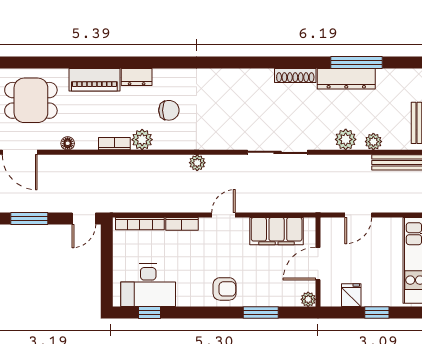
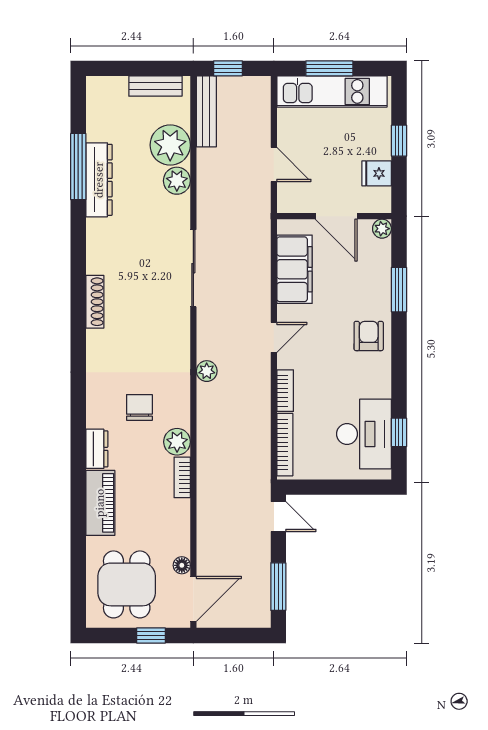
shoe rack: (295, 75) -> (95, 302), moved
plant: (373, 142) -> (170, 145), width x1.87, depth x1.87
floor lamp: (68, 143) -> (182, 565), moved
door: (224, 215) -> (274, 337), swing flipped

